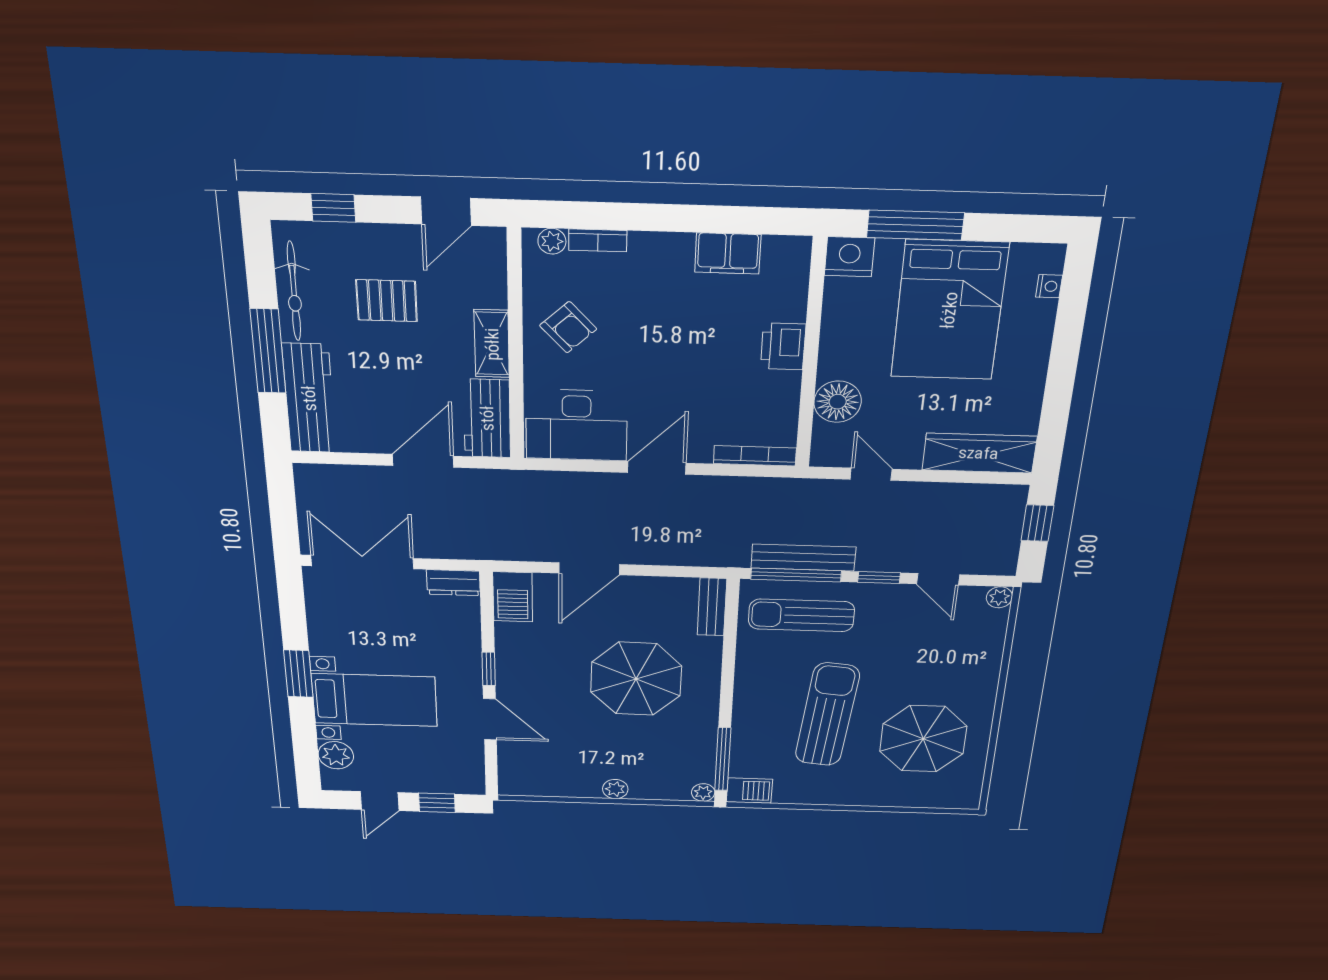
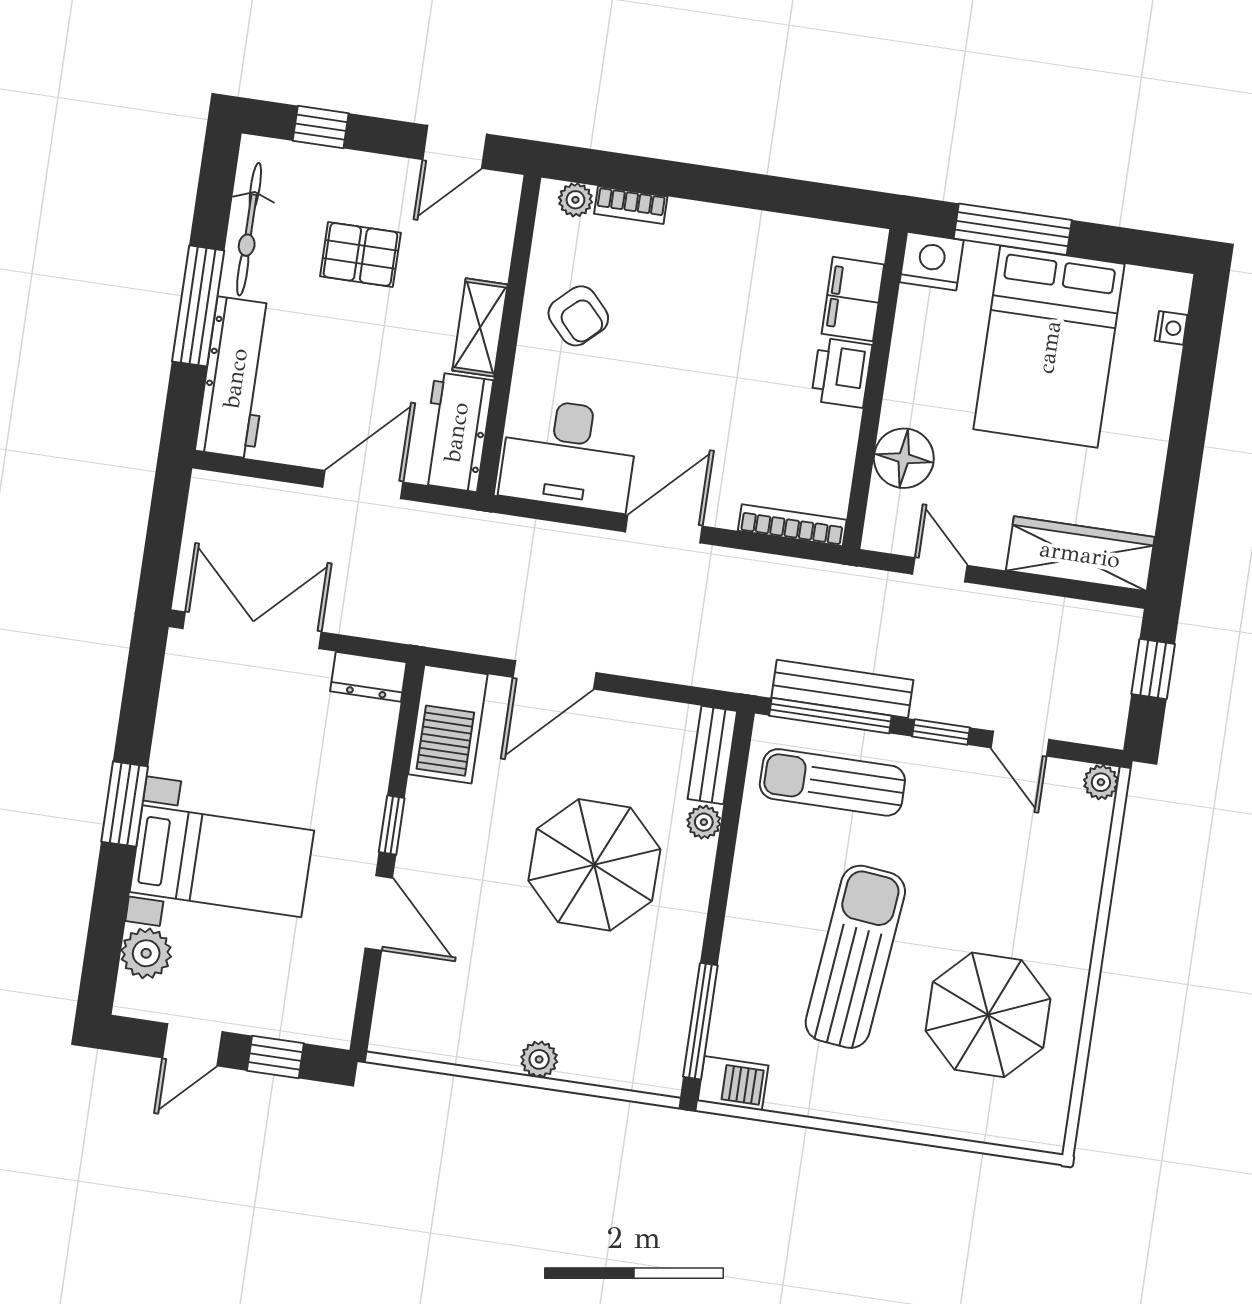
filing cabinet: (728, 253) -> (853, 299), moved, turned 90
barbecue: (513, 597) -> (448, 724), width x1.37, depth x1.21
plant: (703, 792) -> (704, 822), moved

